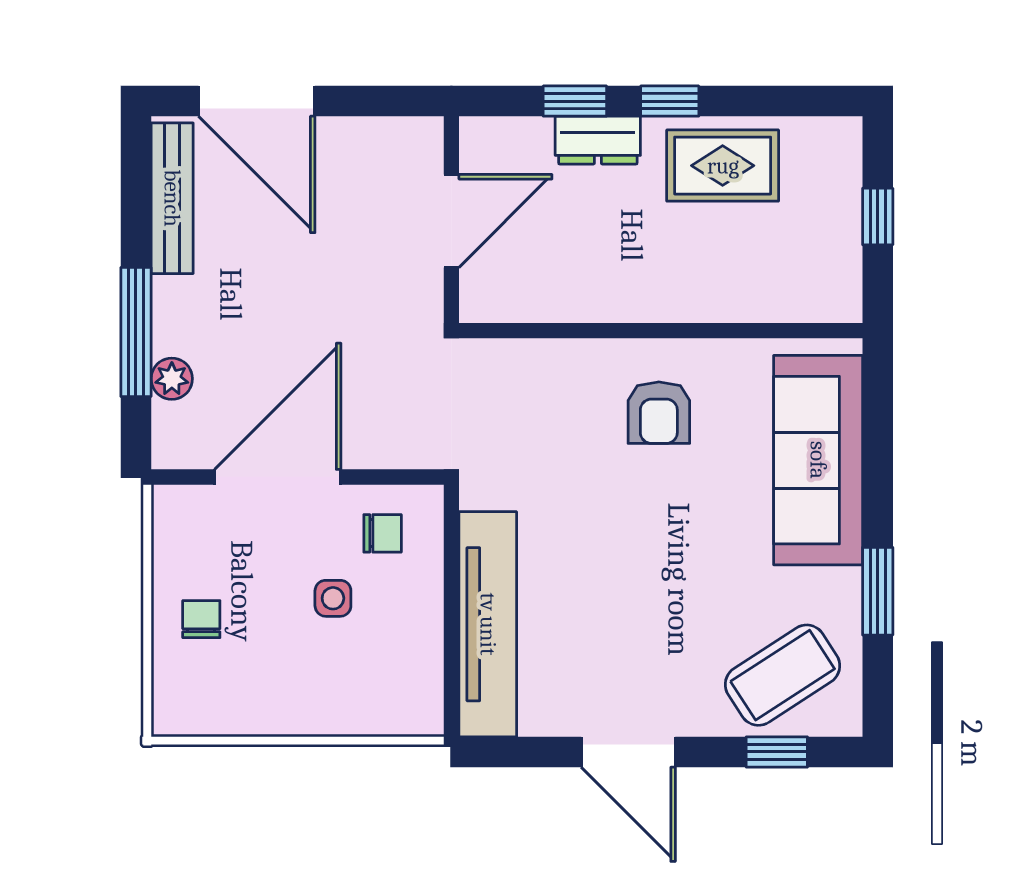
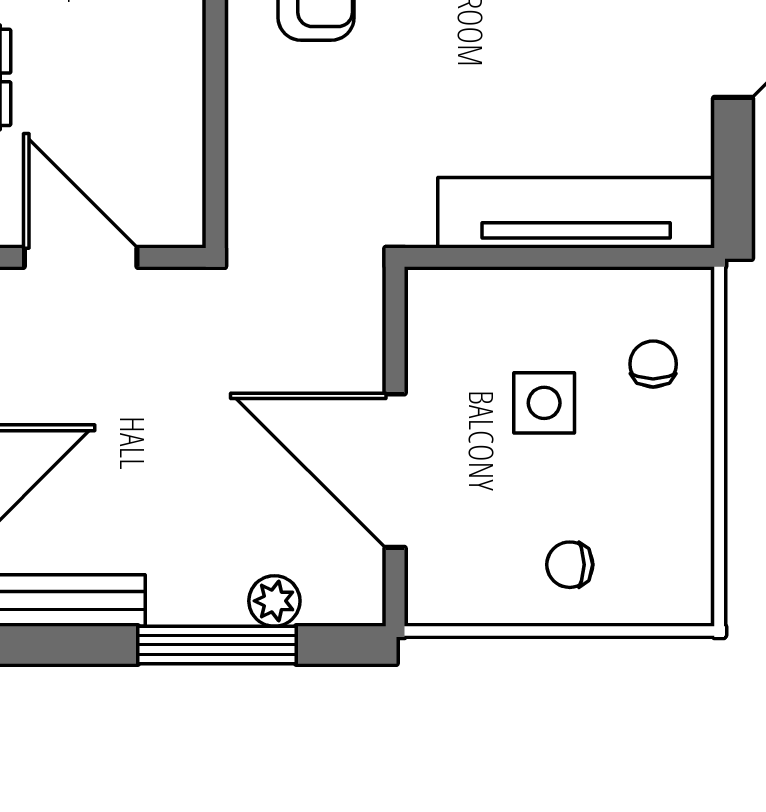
chair: (383, 533) -> (653, 364), moved
side table: (333, 598) -> (544, 403), width x1.37, depth x1.37

